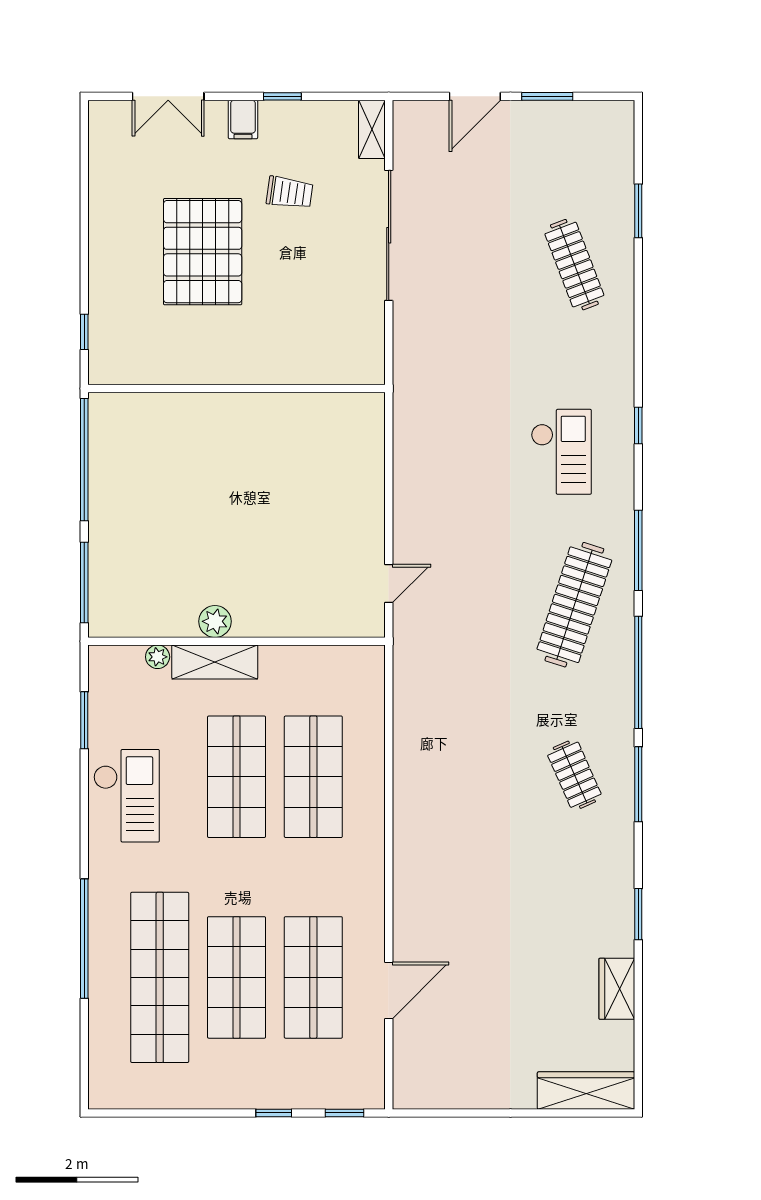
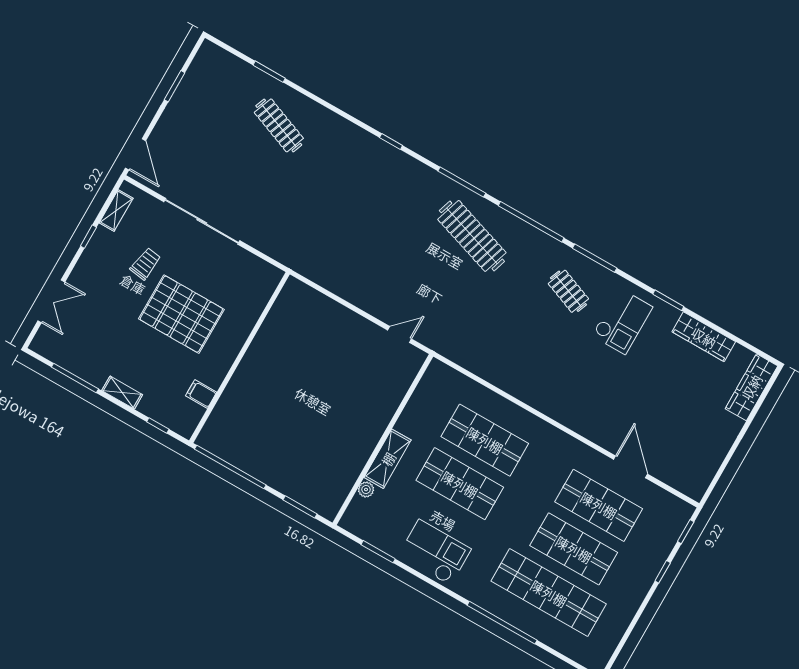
door: (475, 96) -> (136, 154), moved
filing cabinet: (243, 119) -> (201, 394), moved, turned 180
shelving: (372, 129) -> (116, 211), moved, turned 90
window: (84, 186) -> (75, 378), added
pallet: (203, 252) -> (181, 314), moved
shelving: (101, 260) -> (122, 393), added
clothes rail: (574, 265) -> (279, 125), turned 42
checkout: (561, 452) -> (622, 321), moved, turned 90
window: (84, 582) -> (300, 507), width x0.69
door: (389, 583) -> (400, 334), hinge flipped
plant: (215, 621) -> (365, 445), removed
clothes rail: (574, 775) -> (568, 291), turned 45
wardrobe: (617, 989) -> (704, 337), width x1.50

